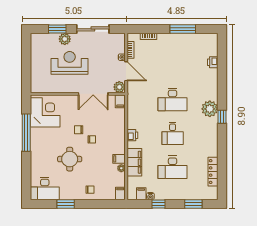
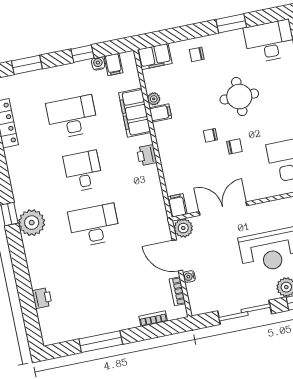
filing cabinet: (120, 194) -> (155, 56), width x2.00

